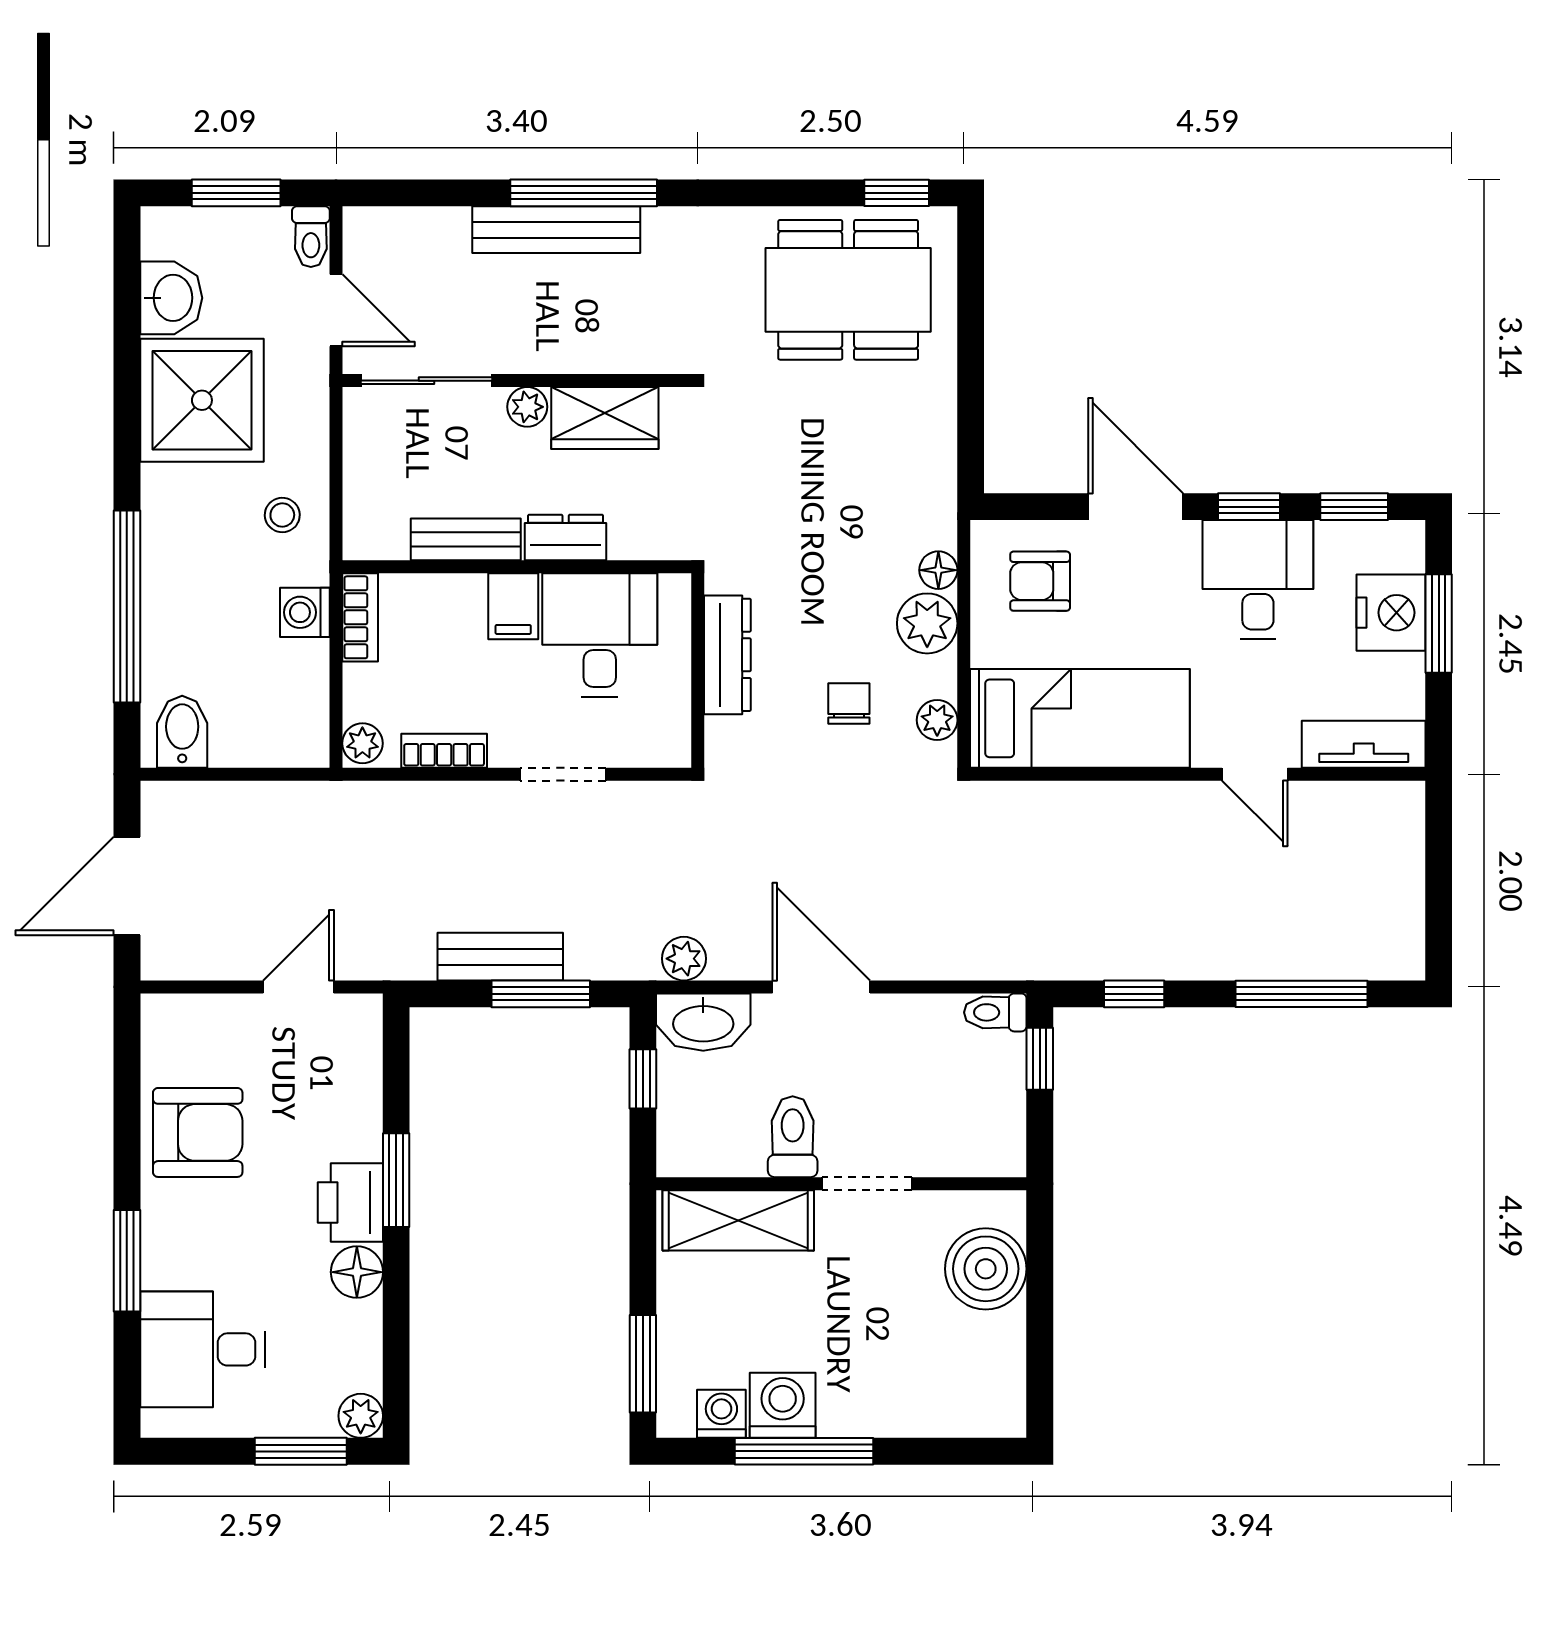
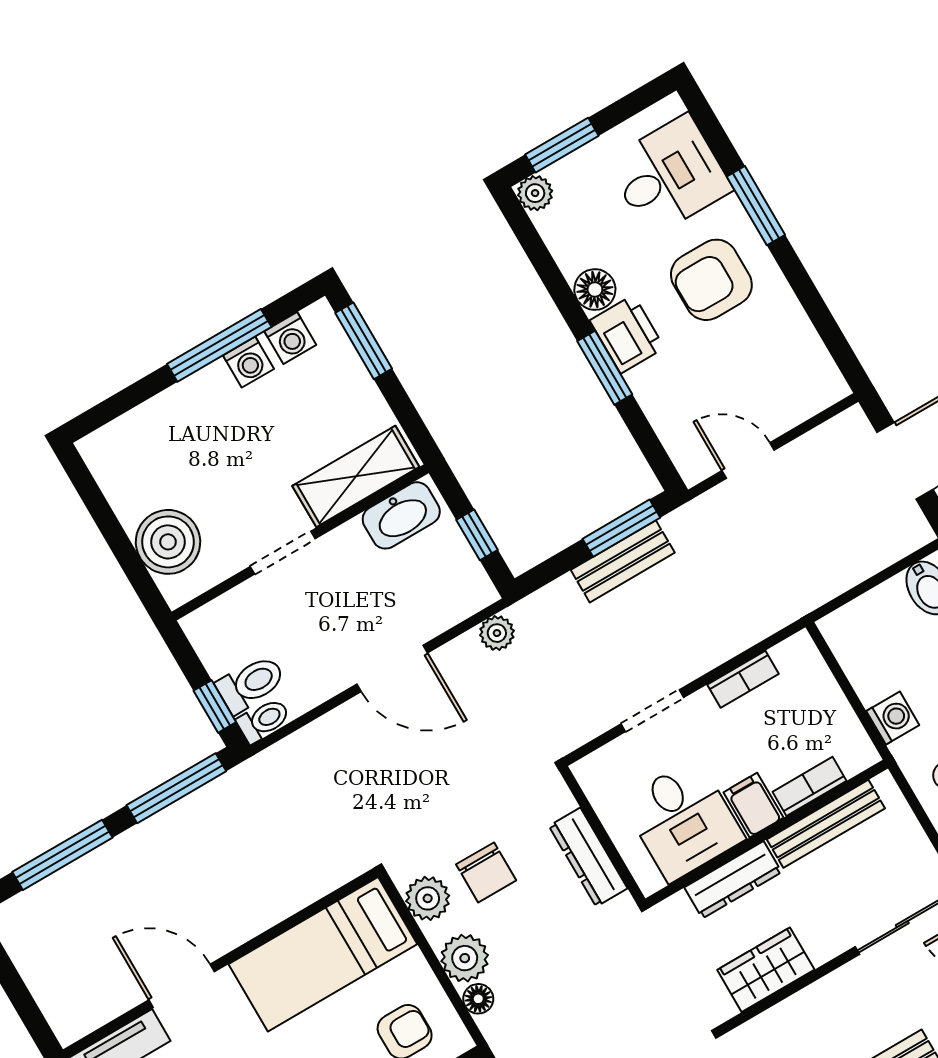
plant: (527, 407) -> (823, 946), removed
dresser: (566, 537) -> (733, 880), width x1.44
bench: (466, 539) -> (826, 824), width x1.36
bookcase: (360, 617) -> (809, 786), moved, turned 90
chair: (849, 703) -> (486, 872), width x1.37, depth x1.37
plant: (937, 720) -> (428, 898), width x1.38, depth x1.38
plant: (362, 743) -> (802, 652), removed
door: (1255, 774) -> (182, 986), width x1.38
door: (299, 987) -> (748, 460), swing flipped
window: (541, 994) -> (621, 528), moved
window: (1134, 994) -> (176, 788), width x2.17
washbasin: (703, 1022) -> (401, 515), moved, turned 180
armchair: (198, 1132) -> (711, 280), moved
toilet: (793, 1137) -> (251, 684), moved, turned -90
washing machine: (783, 1405) -> (248, 362), width x0.73, depth x0.73

